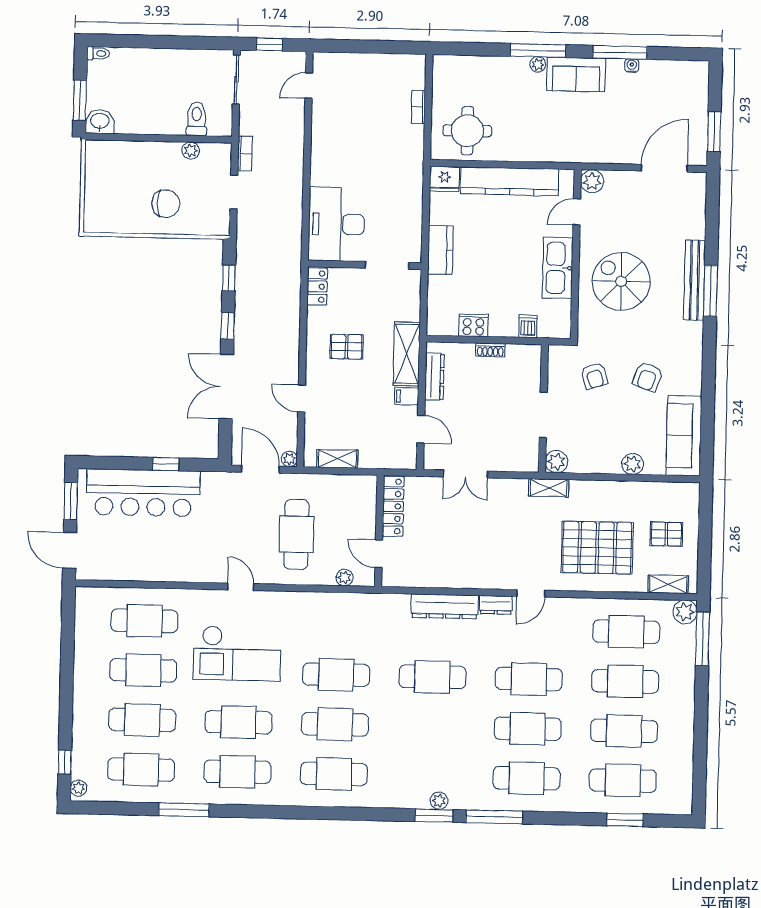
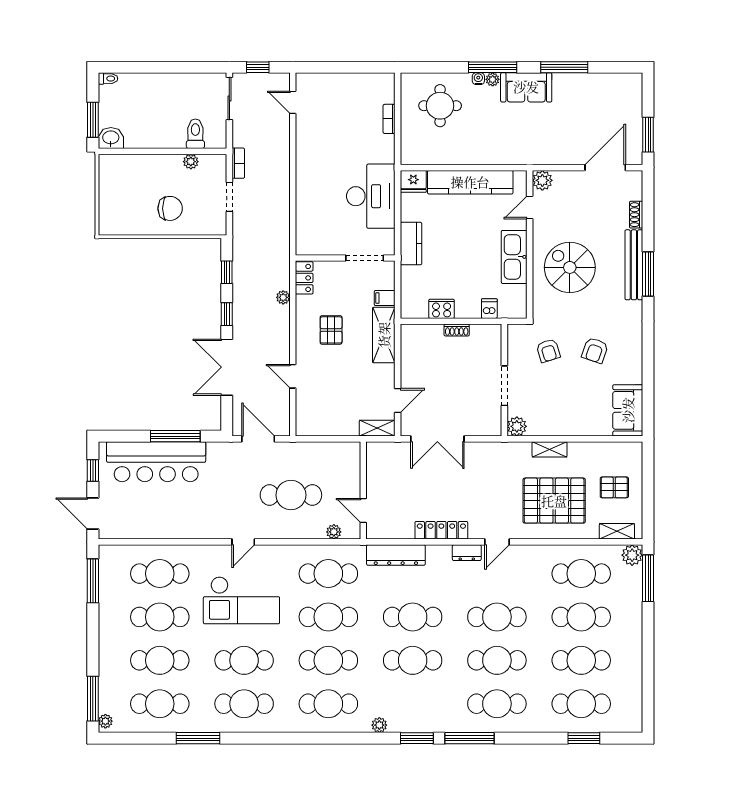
water cooler: (632, 66) -> (478, 79), moved
door: (309, 85) -> (293, 102), hinge flipped
round table: (467, 131) -> (440, 106), moved
shoe rack: (698, 223) -> (636, 215), added
desk: (336, 224) -> (371, 196), moved, turned 180
pallet: (347, 347) -> (331, 330), turned 90
dresser: (434, 377) -> (408, 354), removed
filing cabinet: (407, 396) -> (385, 298), moved
door: (421, 429) -> (398, 401), hinge flipped
sofa: (684, 436) -> (628, 410), width x0.73
plant: (289, 459) -> (283, 297), moved
shelving: (337, 459) -> (377, 428), moved
window: (166, 464) -> (175, 436), width x2.17
plant: (633, 464) -> (583, 427), removed
double door: (465, 474) -> (437, 439), width x1.37
shelving: (549, 488) -> (550, 449), moved
window: (71, 501) -> (93, 471), width x0.67
locker: (393, 506) -> (441, 530), moved, turned -90
cafe table: (296, 534) -> (291, 495), turned 90
door: (241, 587) -> (243, 542), swing flipped
dresser: (445, 606) -> (396, 555), moved
cafe table: (337, 625) -> (328, 574), added
window: (68, 627) -> (93, 581), added
cafe table: (431, 727) -> (413, 660), added
window: (65, 762) -> (93, 699), width x2.17
plant: (439, 801) -> (379, 725), moved

